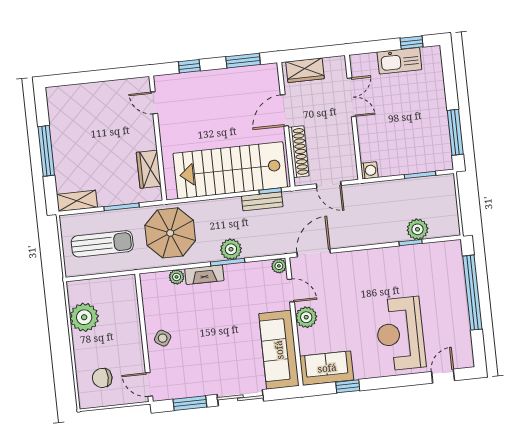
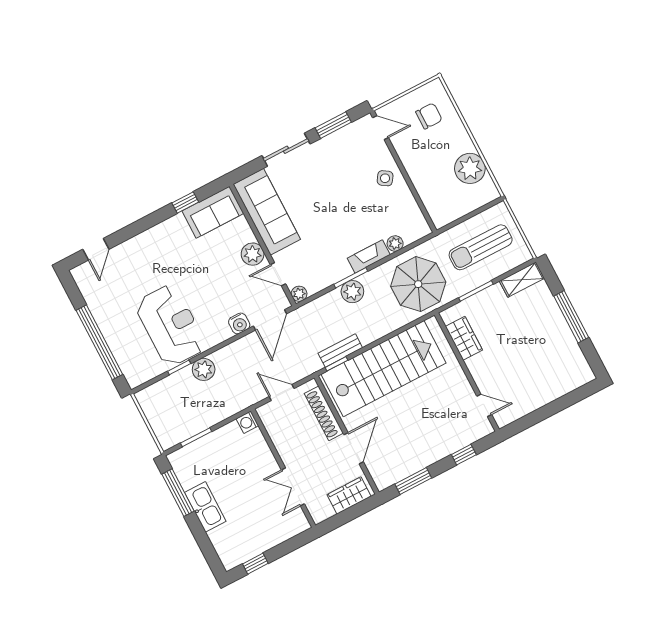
kitchen sink: (399, 61) -> (205, 507), moved, turned 90
plant: (418, 229) -> (204, 369), moved
water cooler: (342, 261) -> (239, 323), added
reception desk: (400, 334) -> (171, 325), moved

